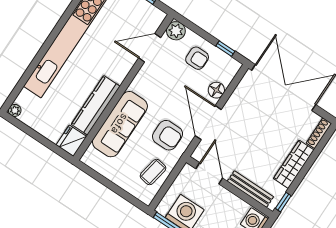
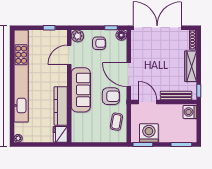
floor lamp: (216, 90) -> (121, 35), moved
sofa: (120, 124) -> (81, 90), moved

